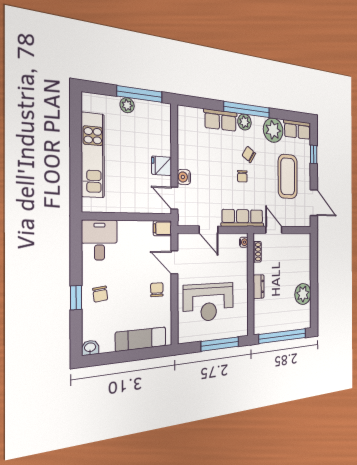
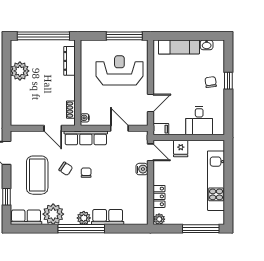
window: (140, 94) -> (201, 229), moved
plant: (127, 105) -> (159, 219), moved
locker: (164, 140) -> (159, 196), added
chair: (249, 154) -> (66, 169), moved
fridge: (161, 166) -> (181, 149), moved, turned 90
desk: (99, 240) -> (199, 121), moved
door: (174, 262) -> (150, 103), hinge flipped
dresser: (259, 287) -> (70, 61), moved, width x1.44
chair: (157, 290) -> (166, 83), removed
window: (220, 344) -> (124, 36), moved
washbasin: (90, 348) -> (207, 45), moved

